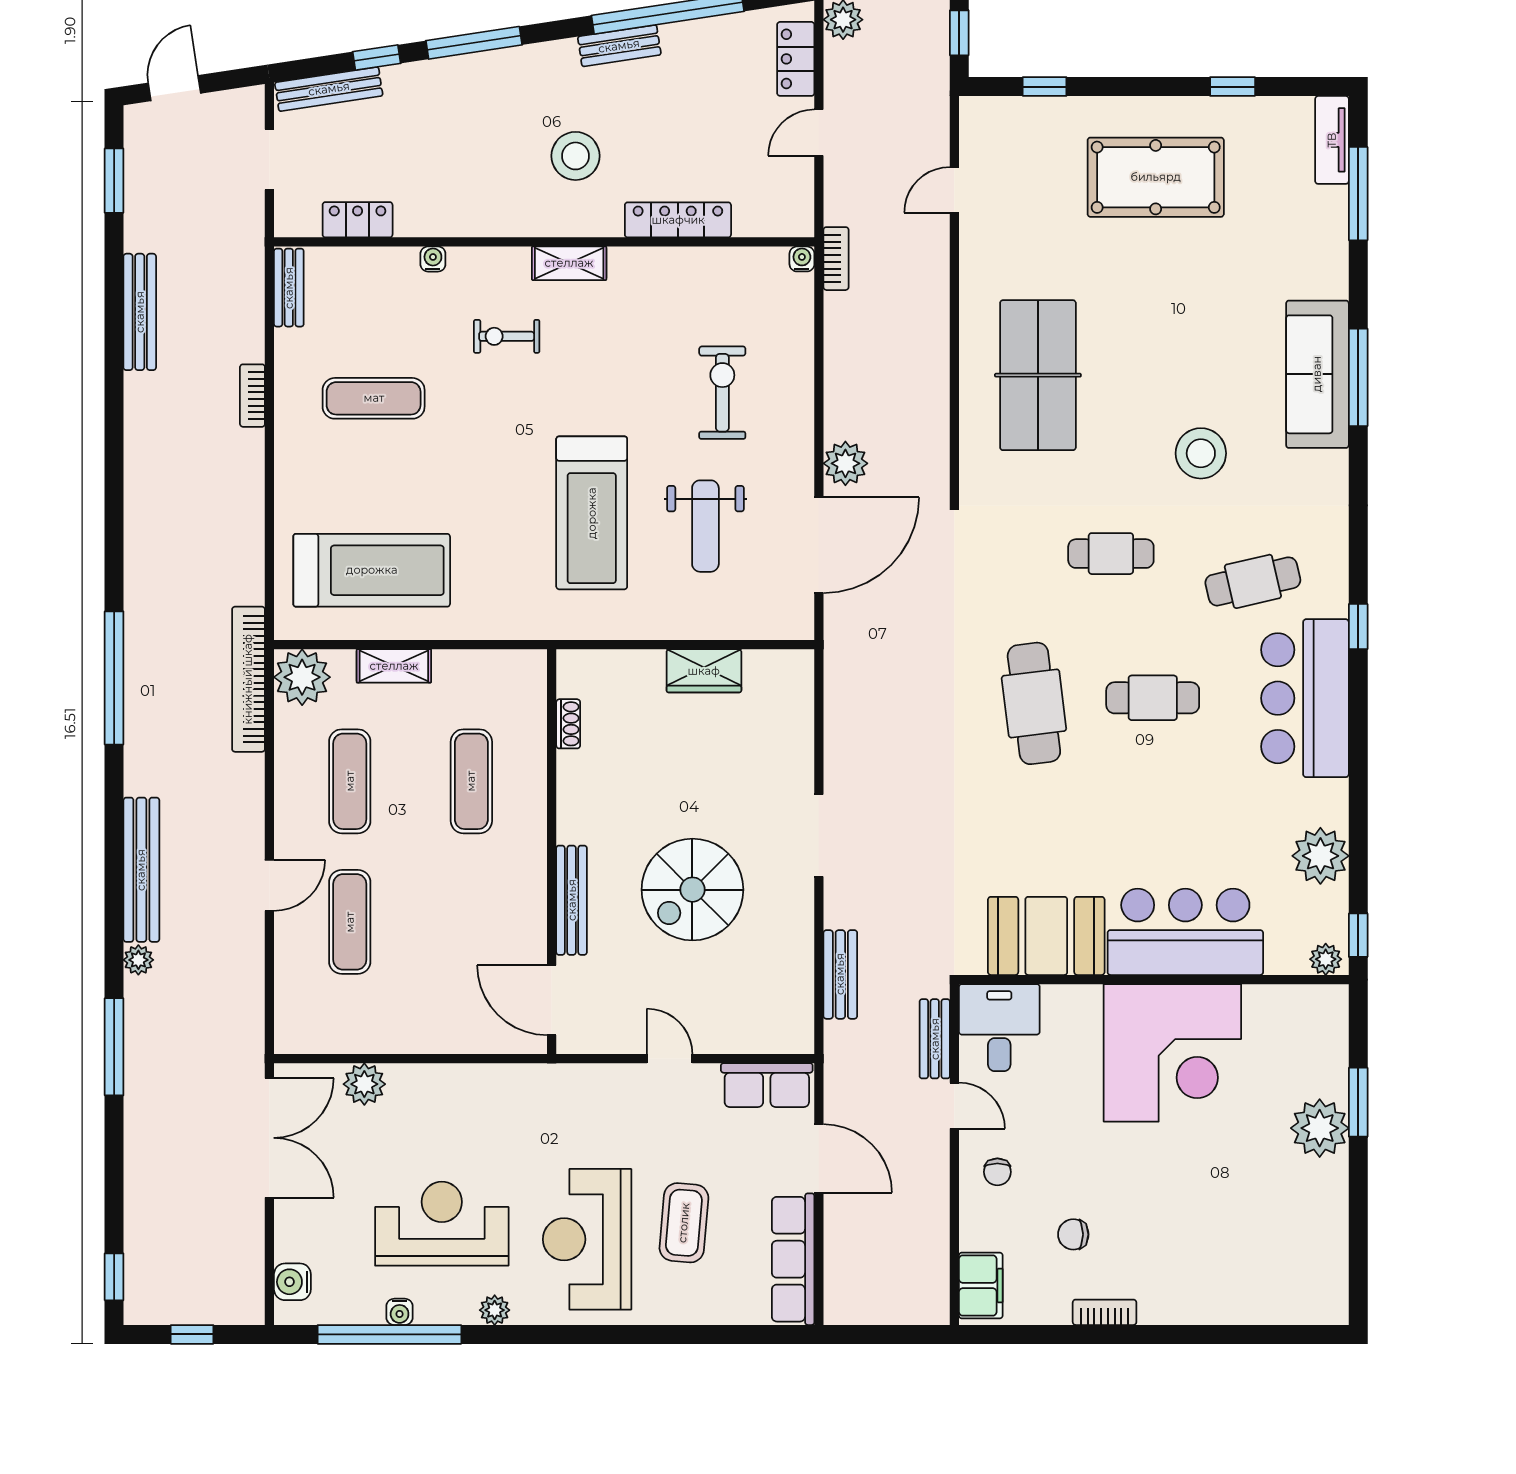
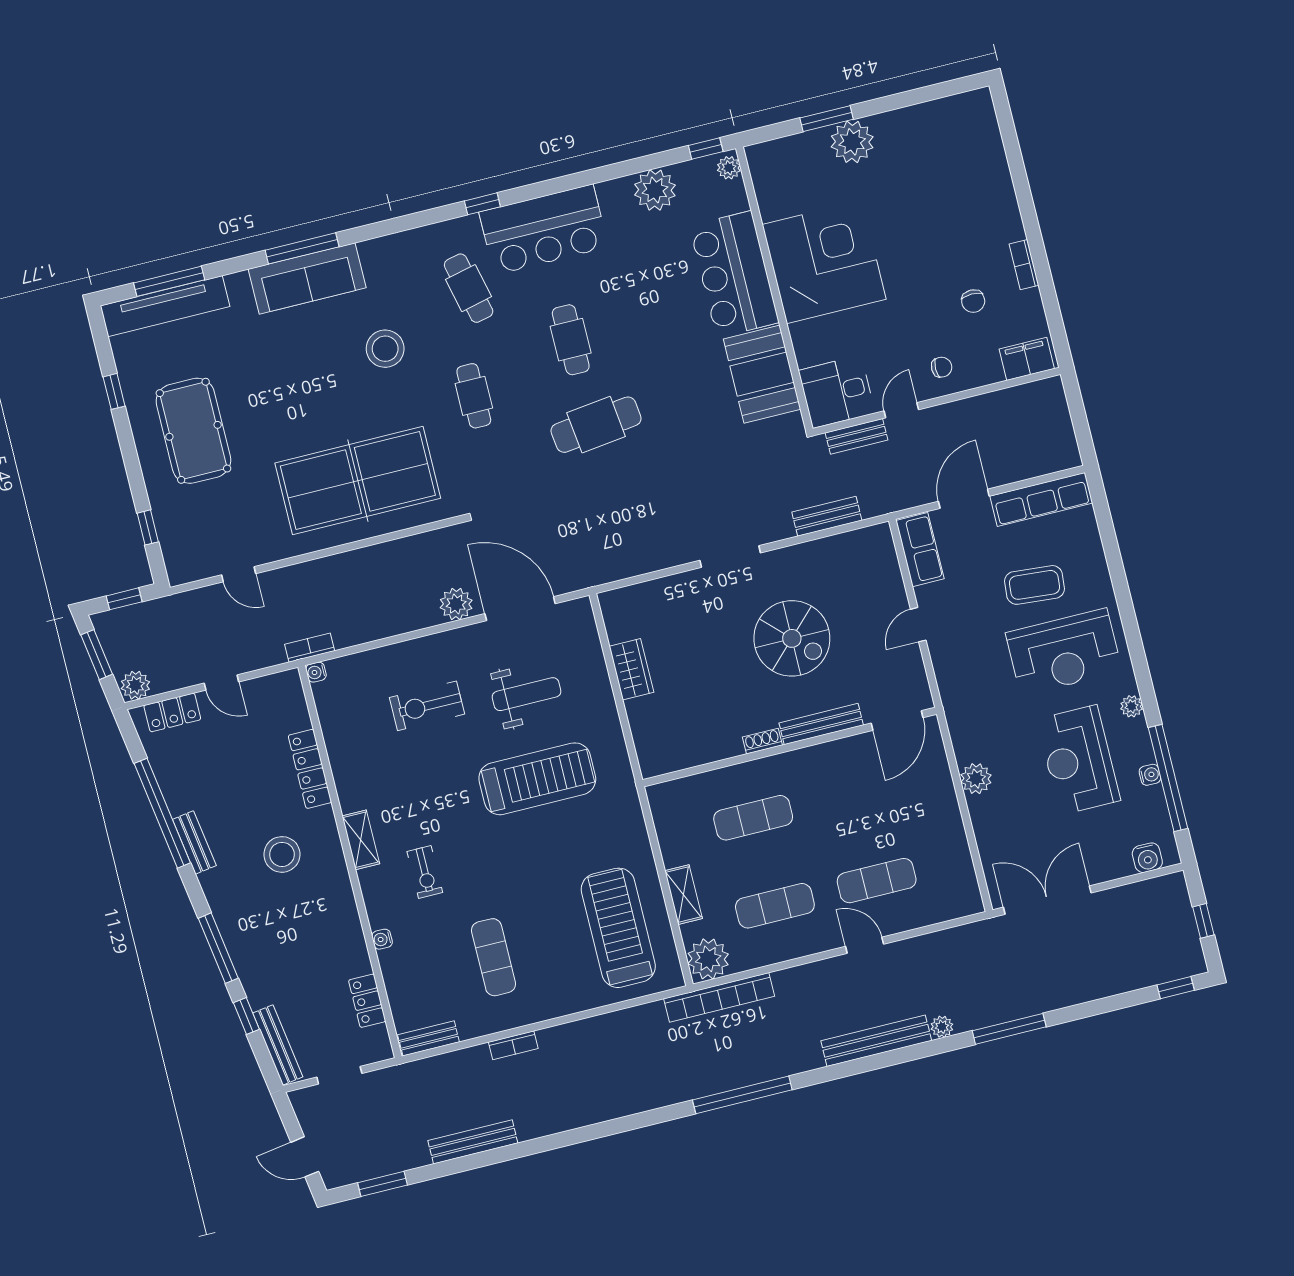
tv unit: (1332, 140) -> (165, 306), width x1.92, depth x1.29
table tennis table: (1038, 375) -> (358, 481), width x1.36, depth x1.32
shoe rack: (568, 724) -> (762, 741), moved
plant: (364, 1084) -> (976, 779), moved

